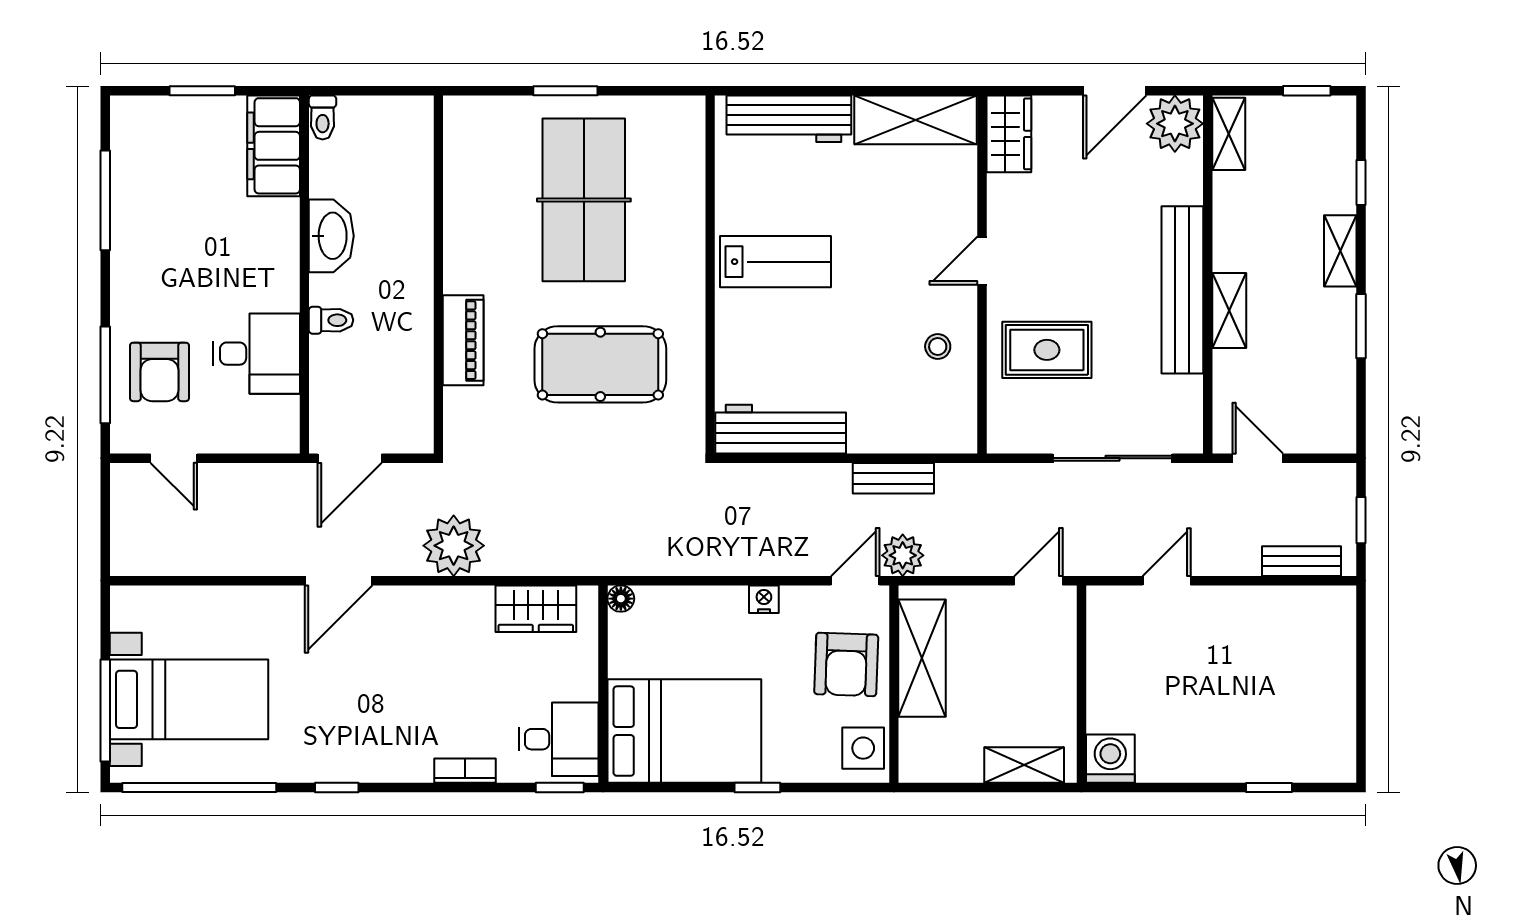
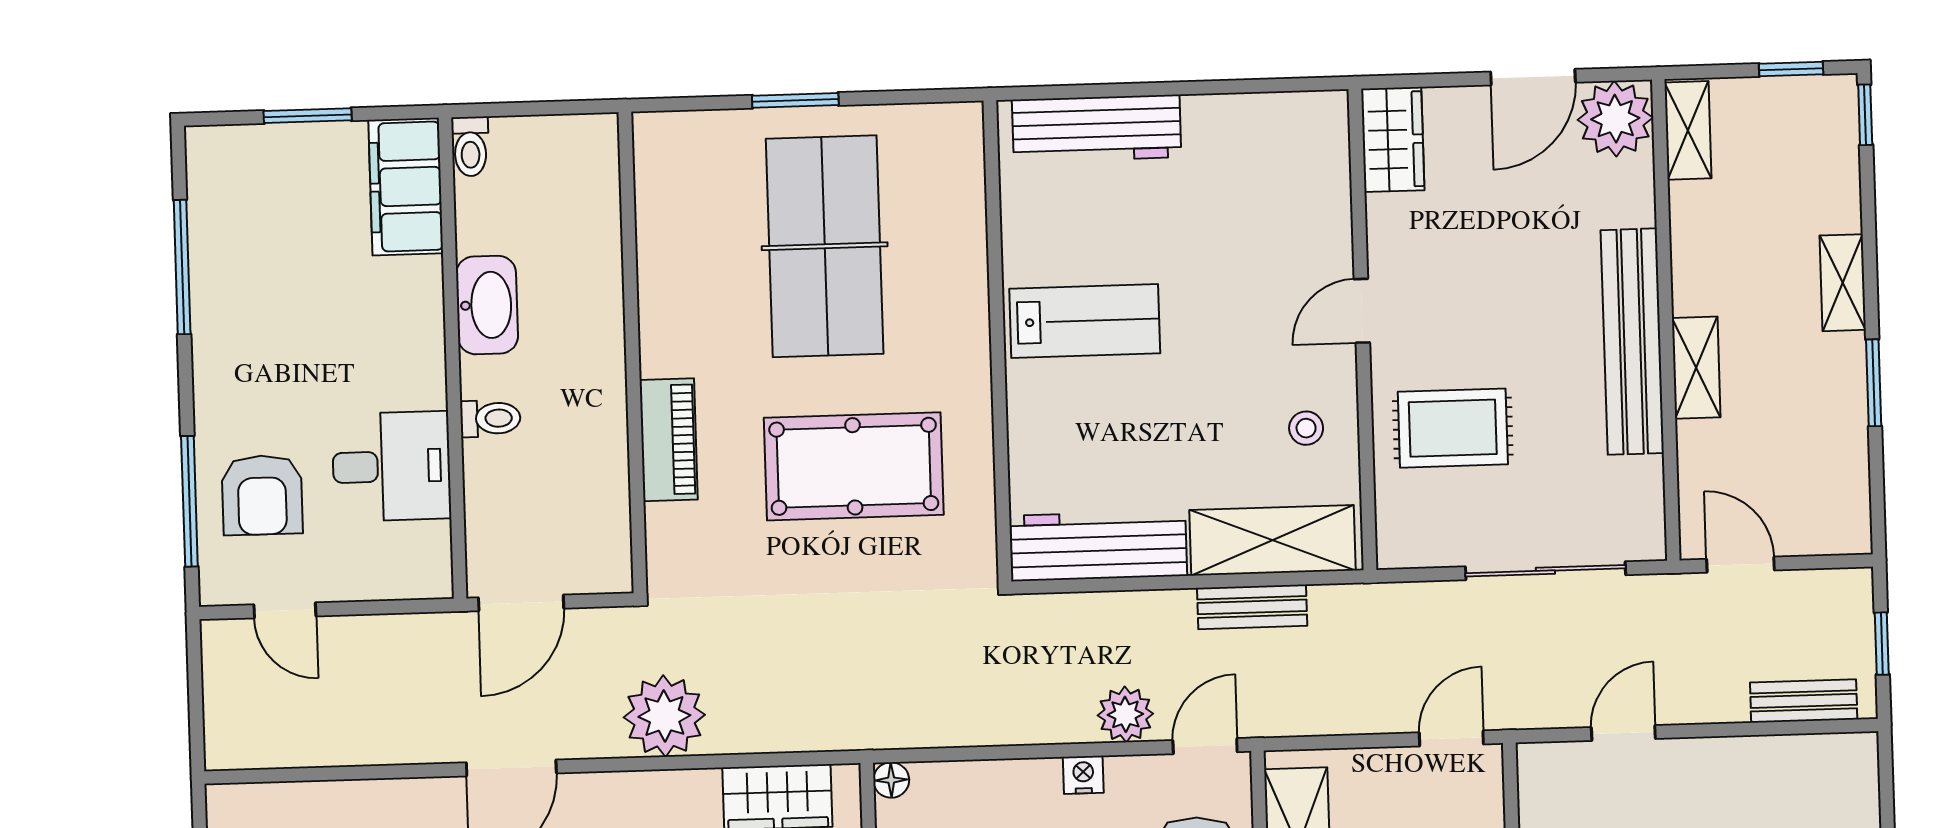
shelving: (915, 120) -> (1272, 540), moved
window: (1361, 182) -> (1865, 115), moved
plant: (903, 555) -> (1125, 714), moved

